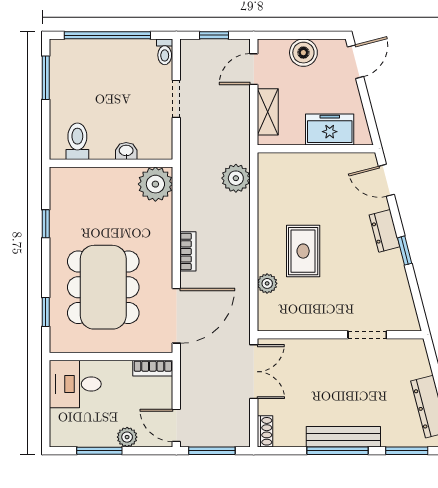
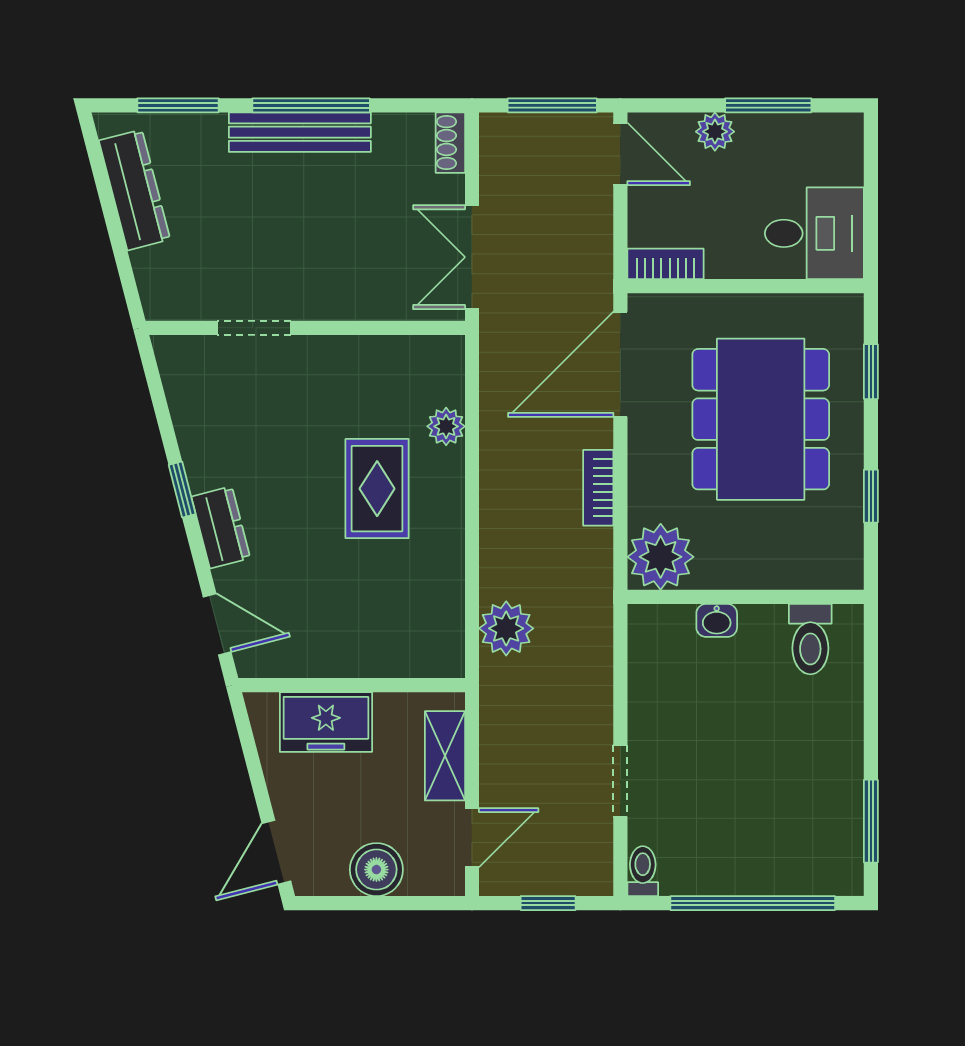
toilet: (77, 141) -> (810, 639), moved
washbasin: (126, 151) -> (717, 620), moved
wall: (111, 163) -> (746, 597), moved
plant: (155, 184) -> (661, 557), moved
window: (46, 224) -> (871, 496), moved

